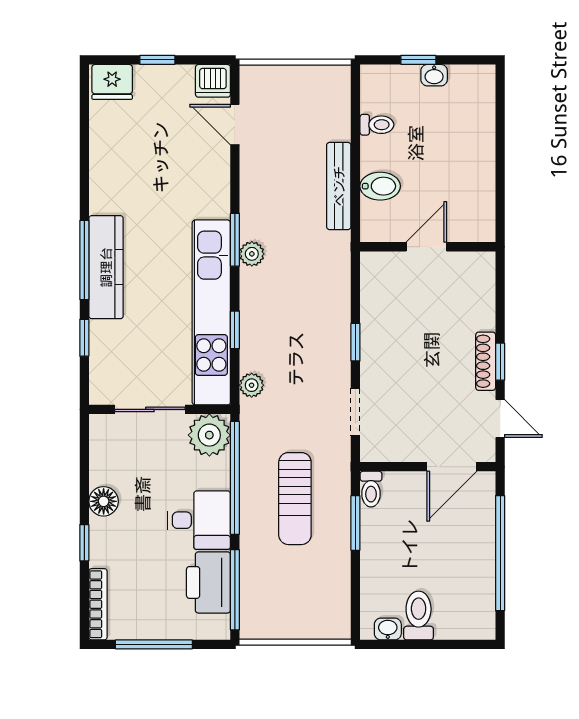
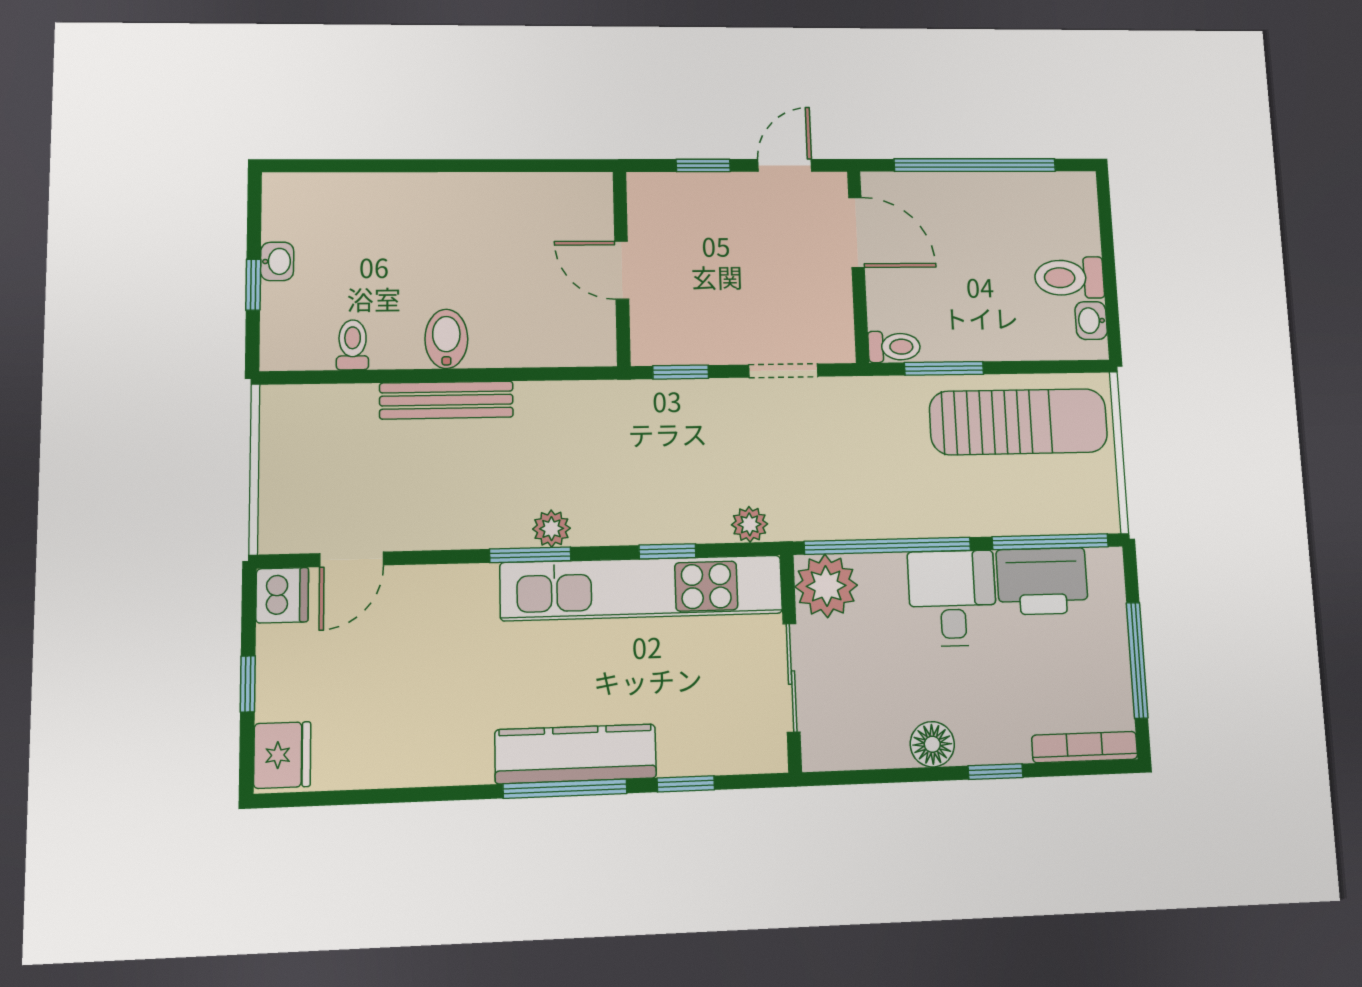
door: (426, 247) -> (622, 270), moved
wall: (428, 247) -> (622, 268), moved
shoe rack: (486, 361) -> (703, 186), removed
sun lounger: (295, 499) -> (1019, 422), moved, width x1.36, depth x1.34

